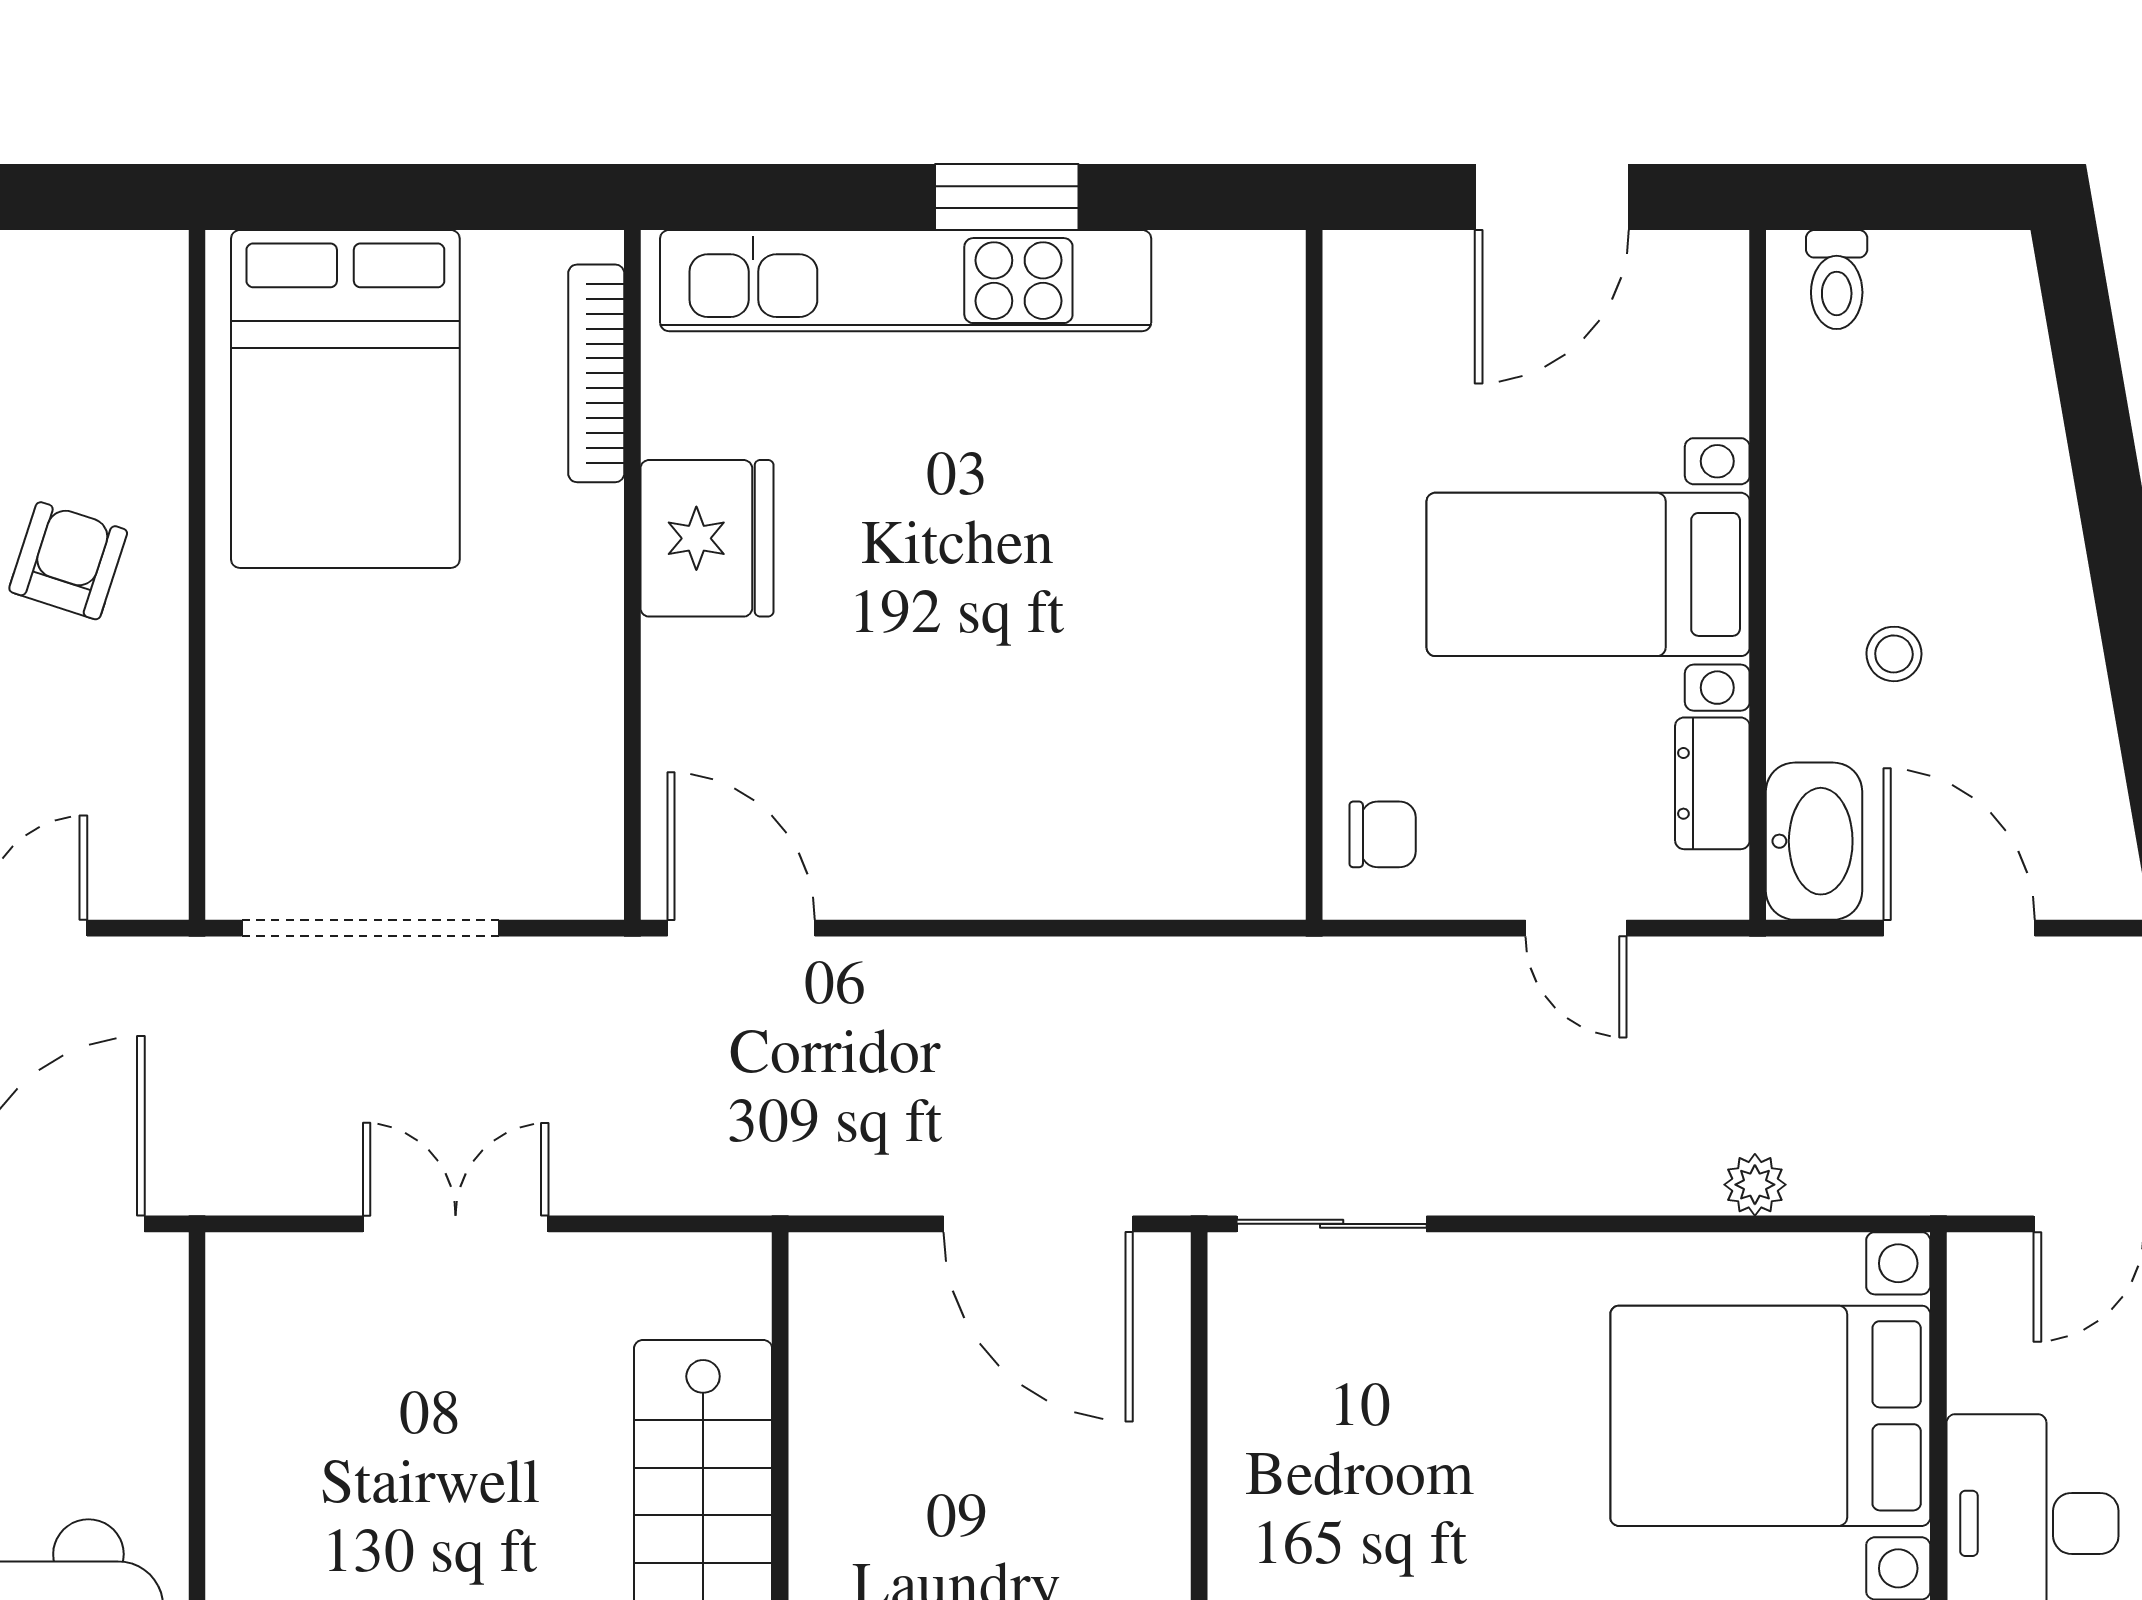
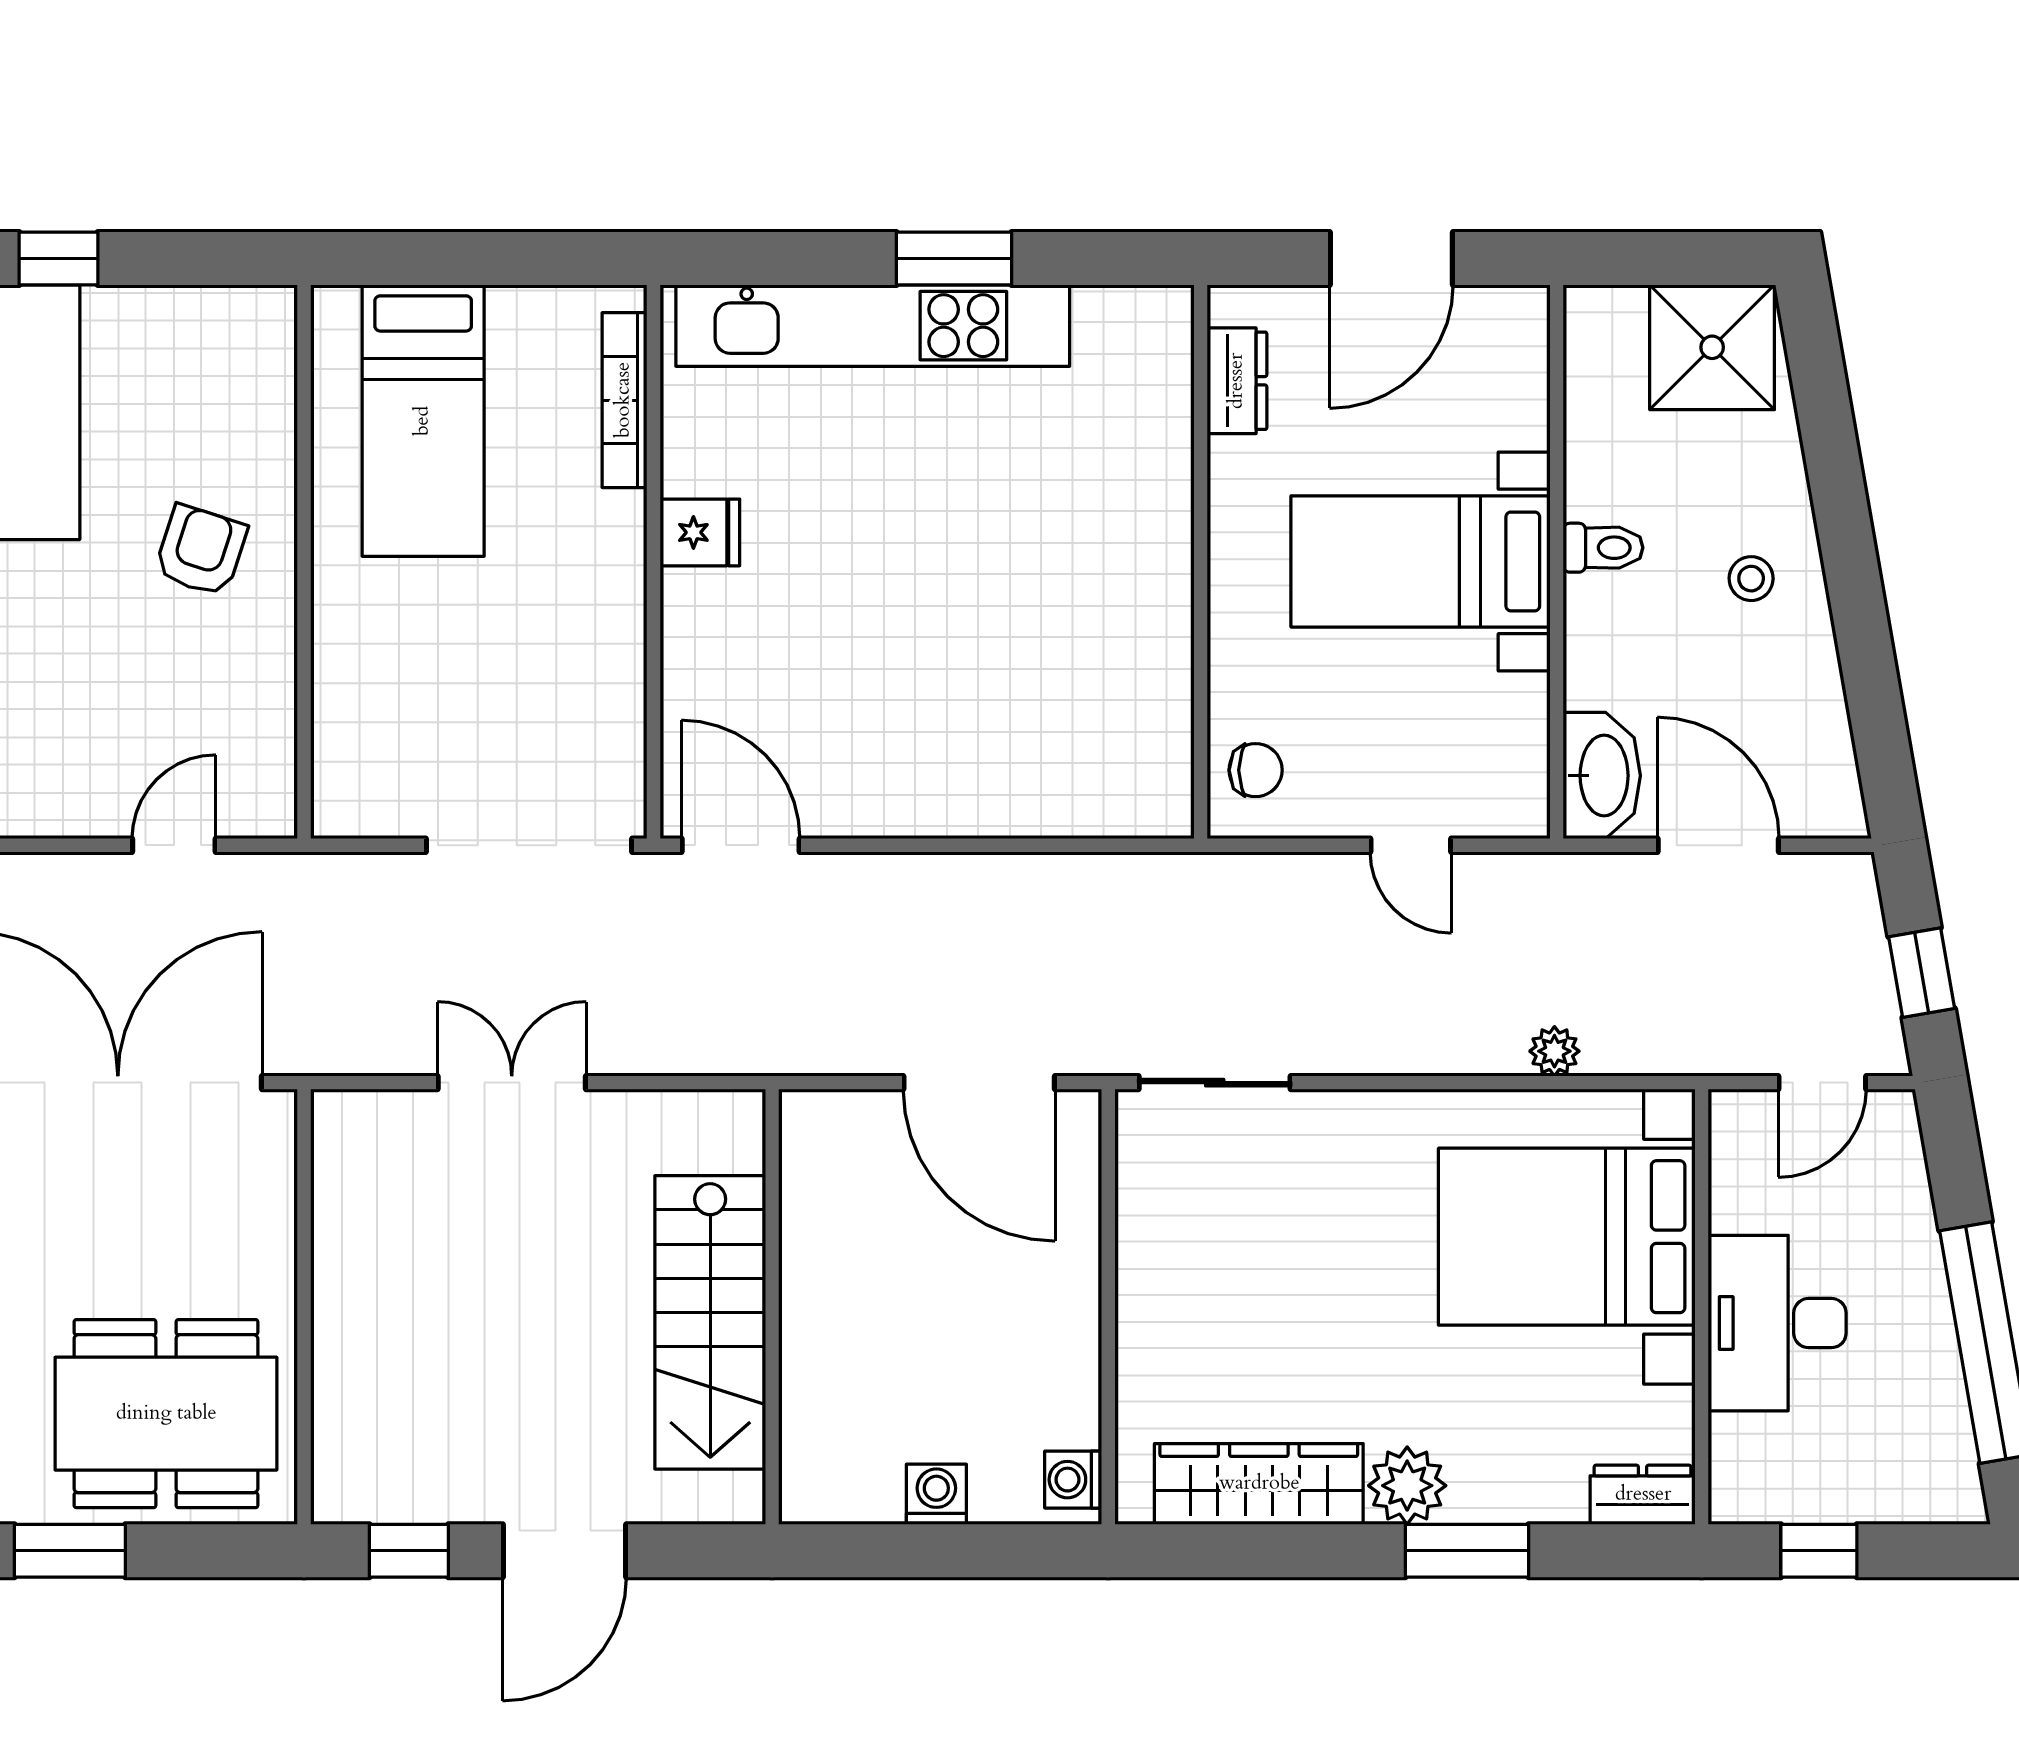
toilet: (1837, 280) -> (1603, 548), moved, turned -90
shower: (1951, 308) -> (1712, 347), added
bed: (345, 399) -> (423, 421), width x0.67
fridge: (707, 538) -> (700, 532), width x0.53, depth x0.75
stool: (1894, 654) -> (1751, 579), moved
dresser: (1712, 783) -> (1237, 381), moved, turned 180
doorway: (370, 928) -> (529, 845), moved

